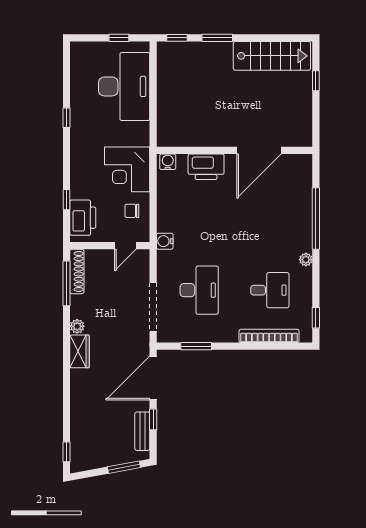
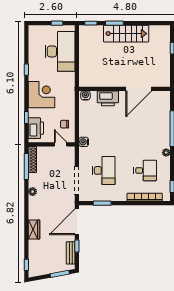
stairs: (272, 56) -> (126, 34), moved
corner desk: (127, 169) -> (42, 95), moved, turned 180
door: (125, 246) -> (61, 144), swing flipped
wardrobe: (80, 351) -> (34, 230), moved

